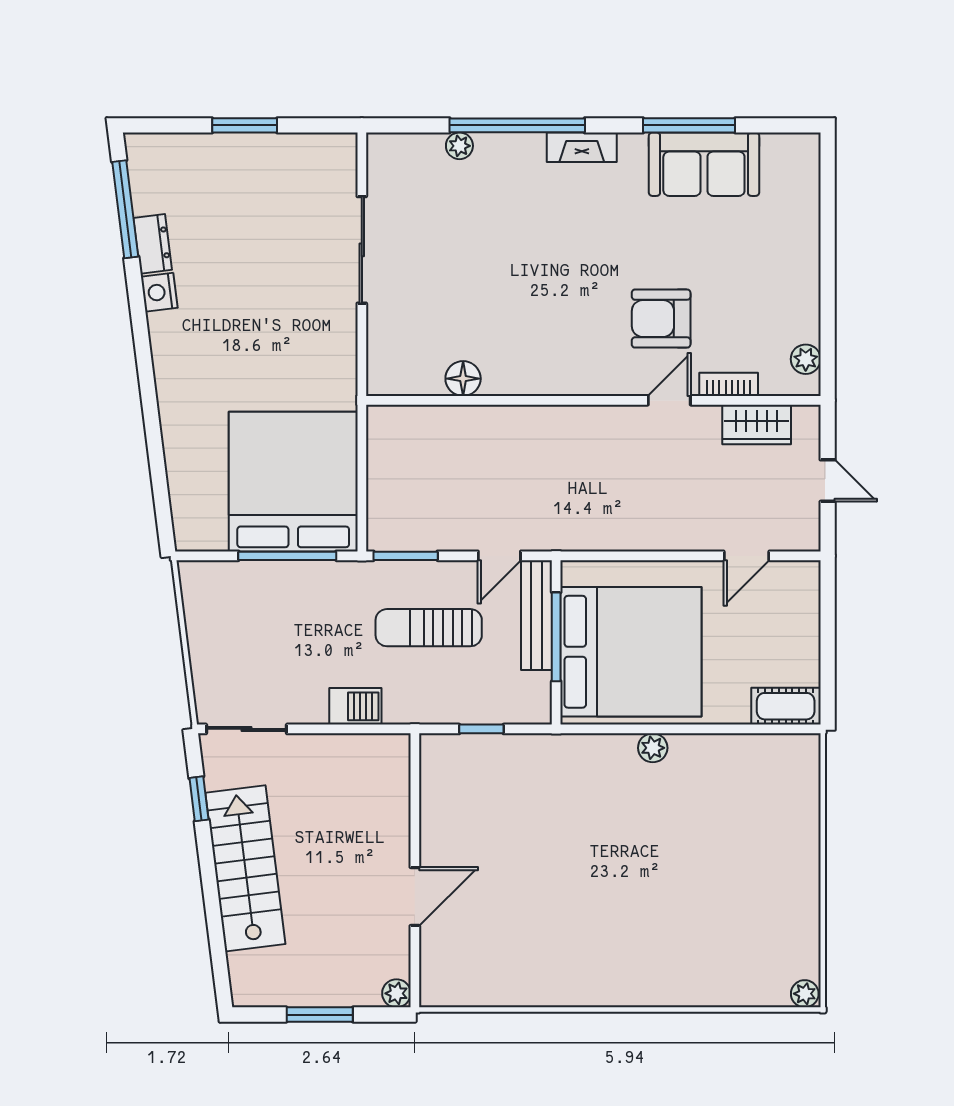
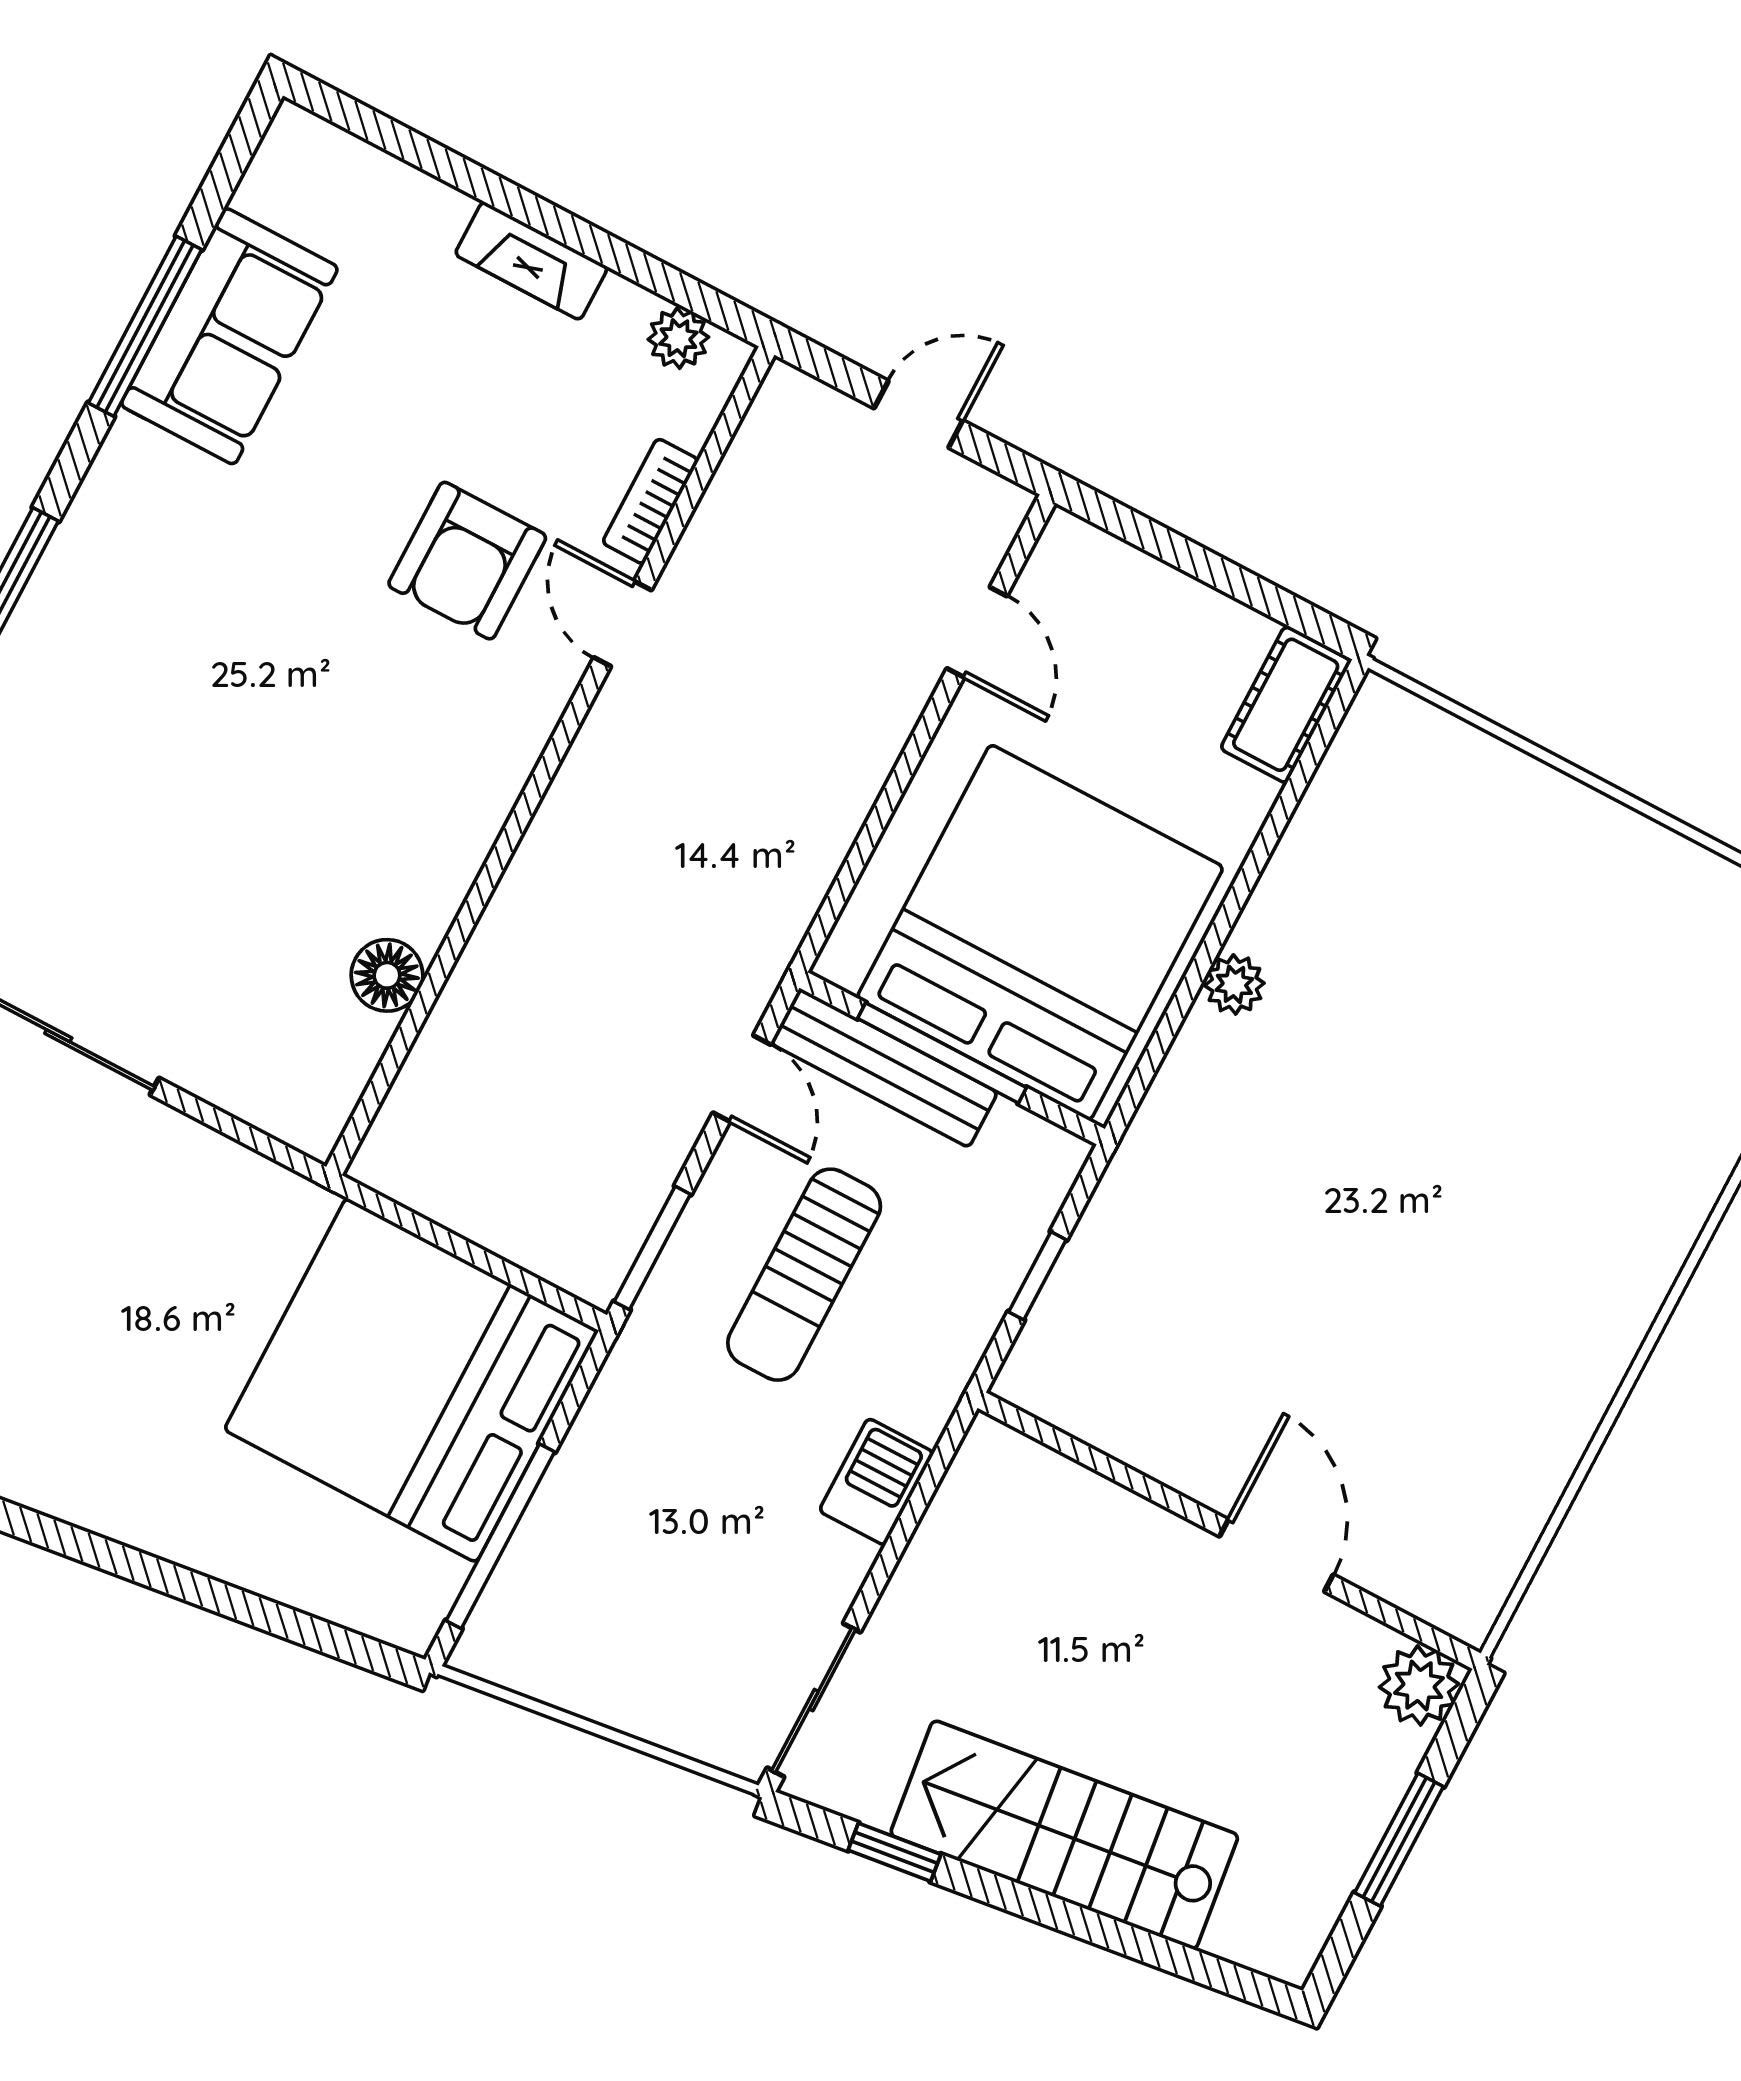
fireplace: (582, 147) -> (531, 261), moved, turned 90
wardrobe: (757, 424) -> (749, 489), removed
window: (287, 556) -> (500, 1536), moved
plant: (396, 993) -> (1419, 1685), width x1.38, depth x1.38

